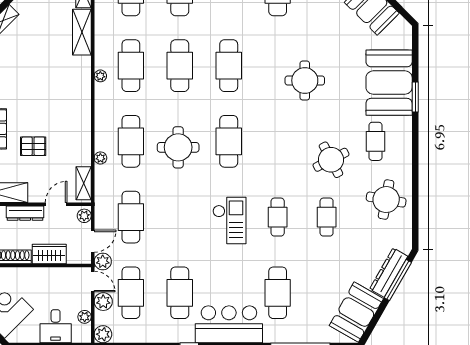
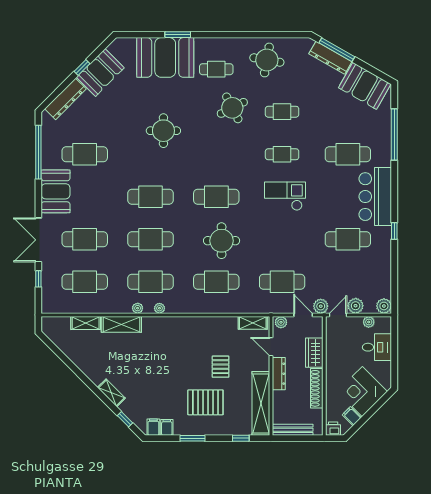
plant: (100, 158) -> (138, 308), moved
cafe table: (131, 293) -> (348, 282), removed

